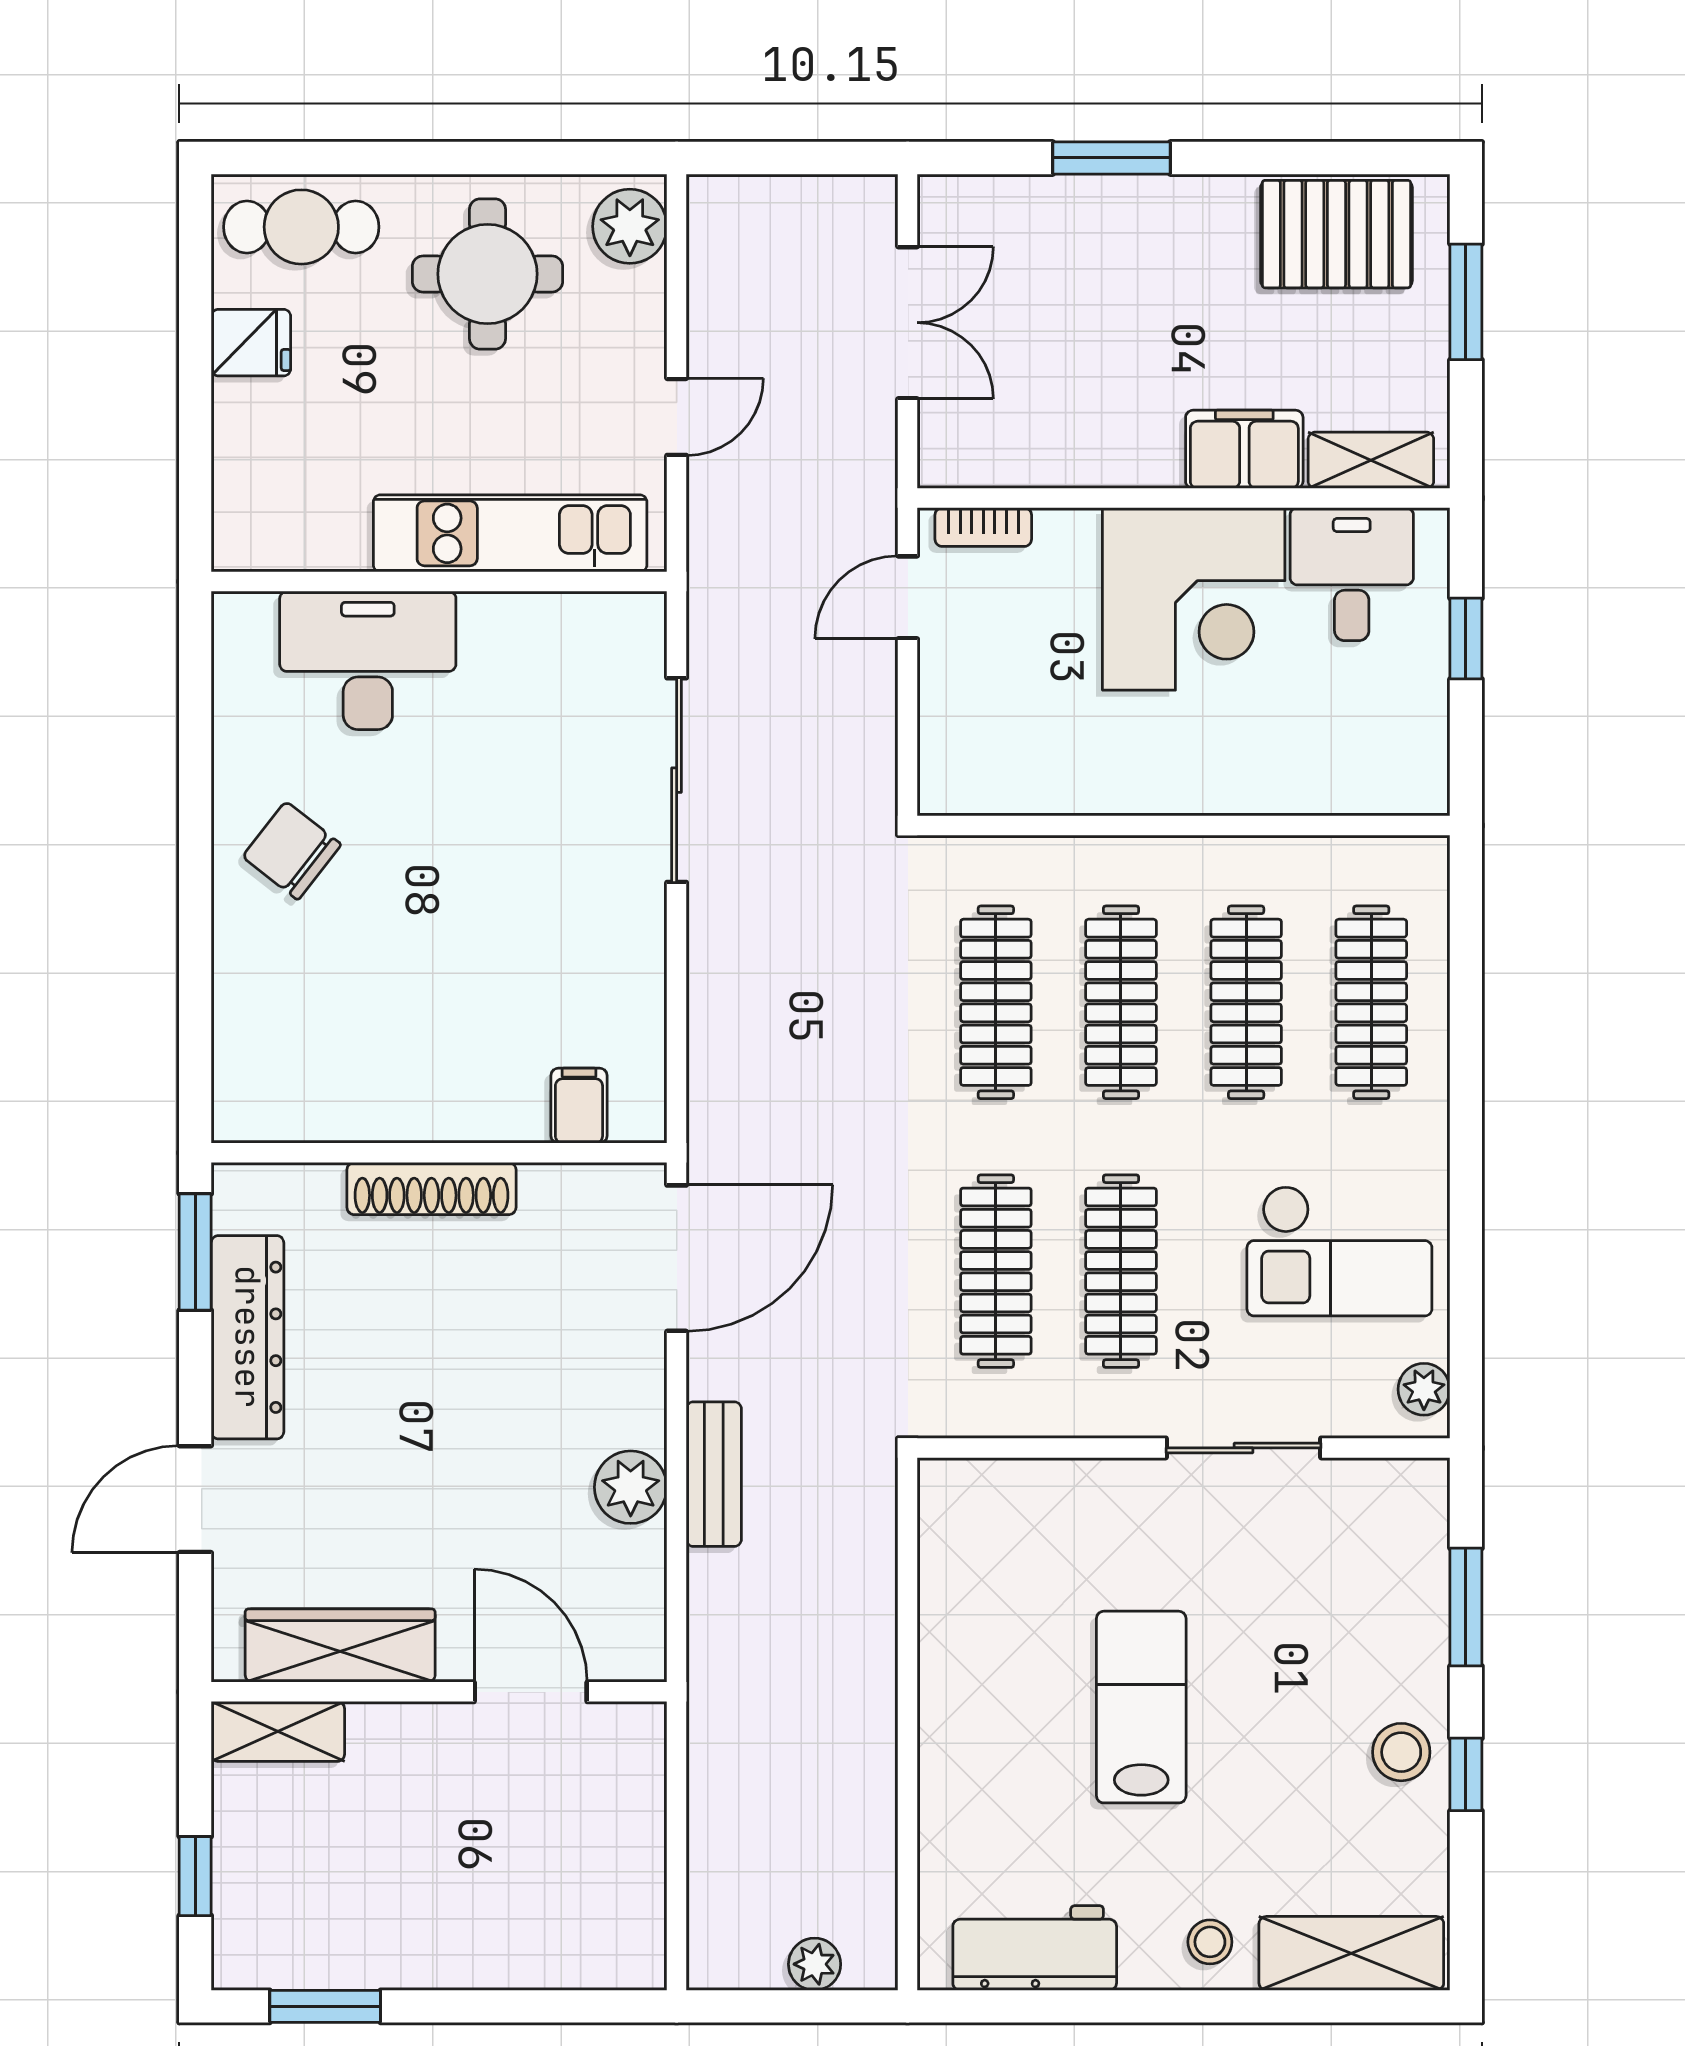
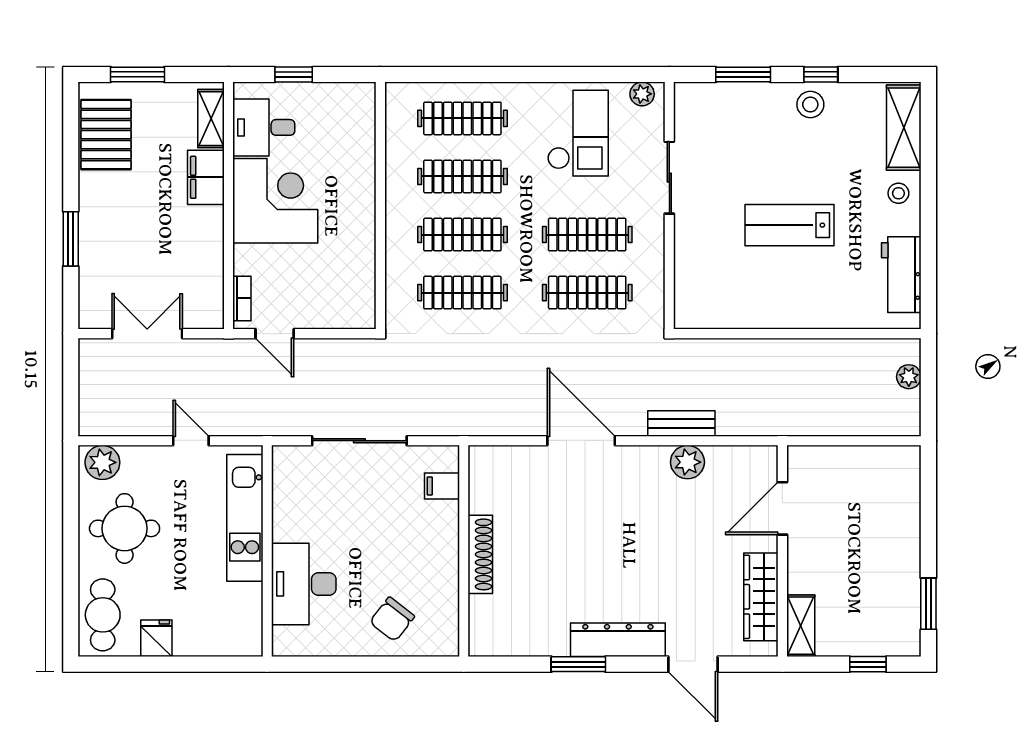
filing cabinet: (579, 1106) -> (442, 486), moved
wall: (439, 1153) -> (464, 551), moved
shoe rack: (431, 1188) -> (480, 554), moved

